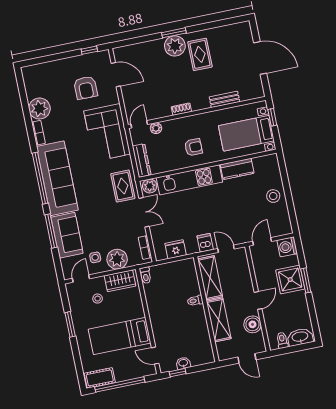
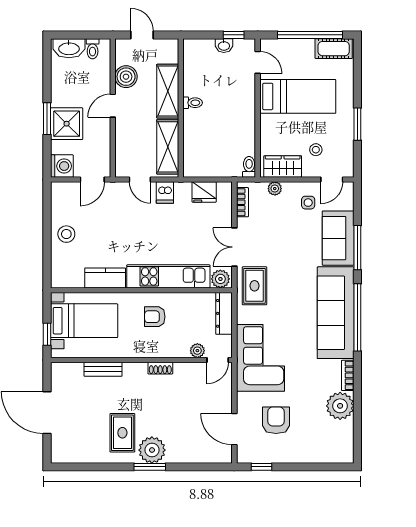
plant: (117, 259) -> (275, 189), width x0.53, depth x0.53
toilet: (195, 301) -> (193, 103), moved

